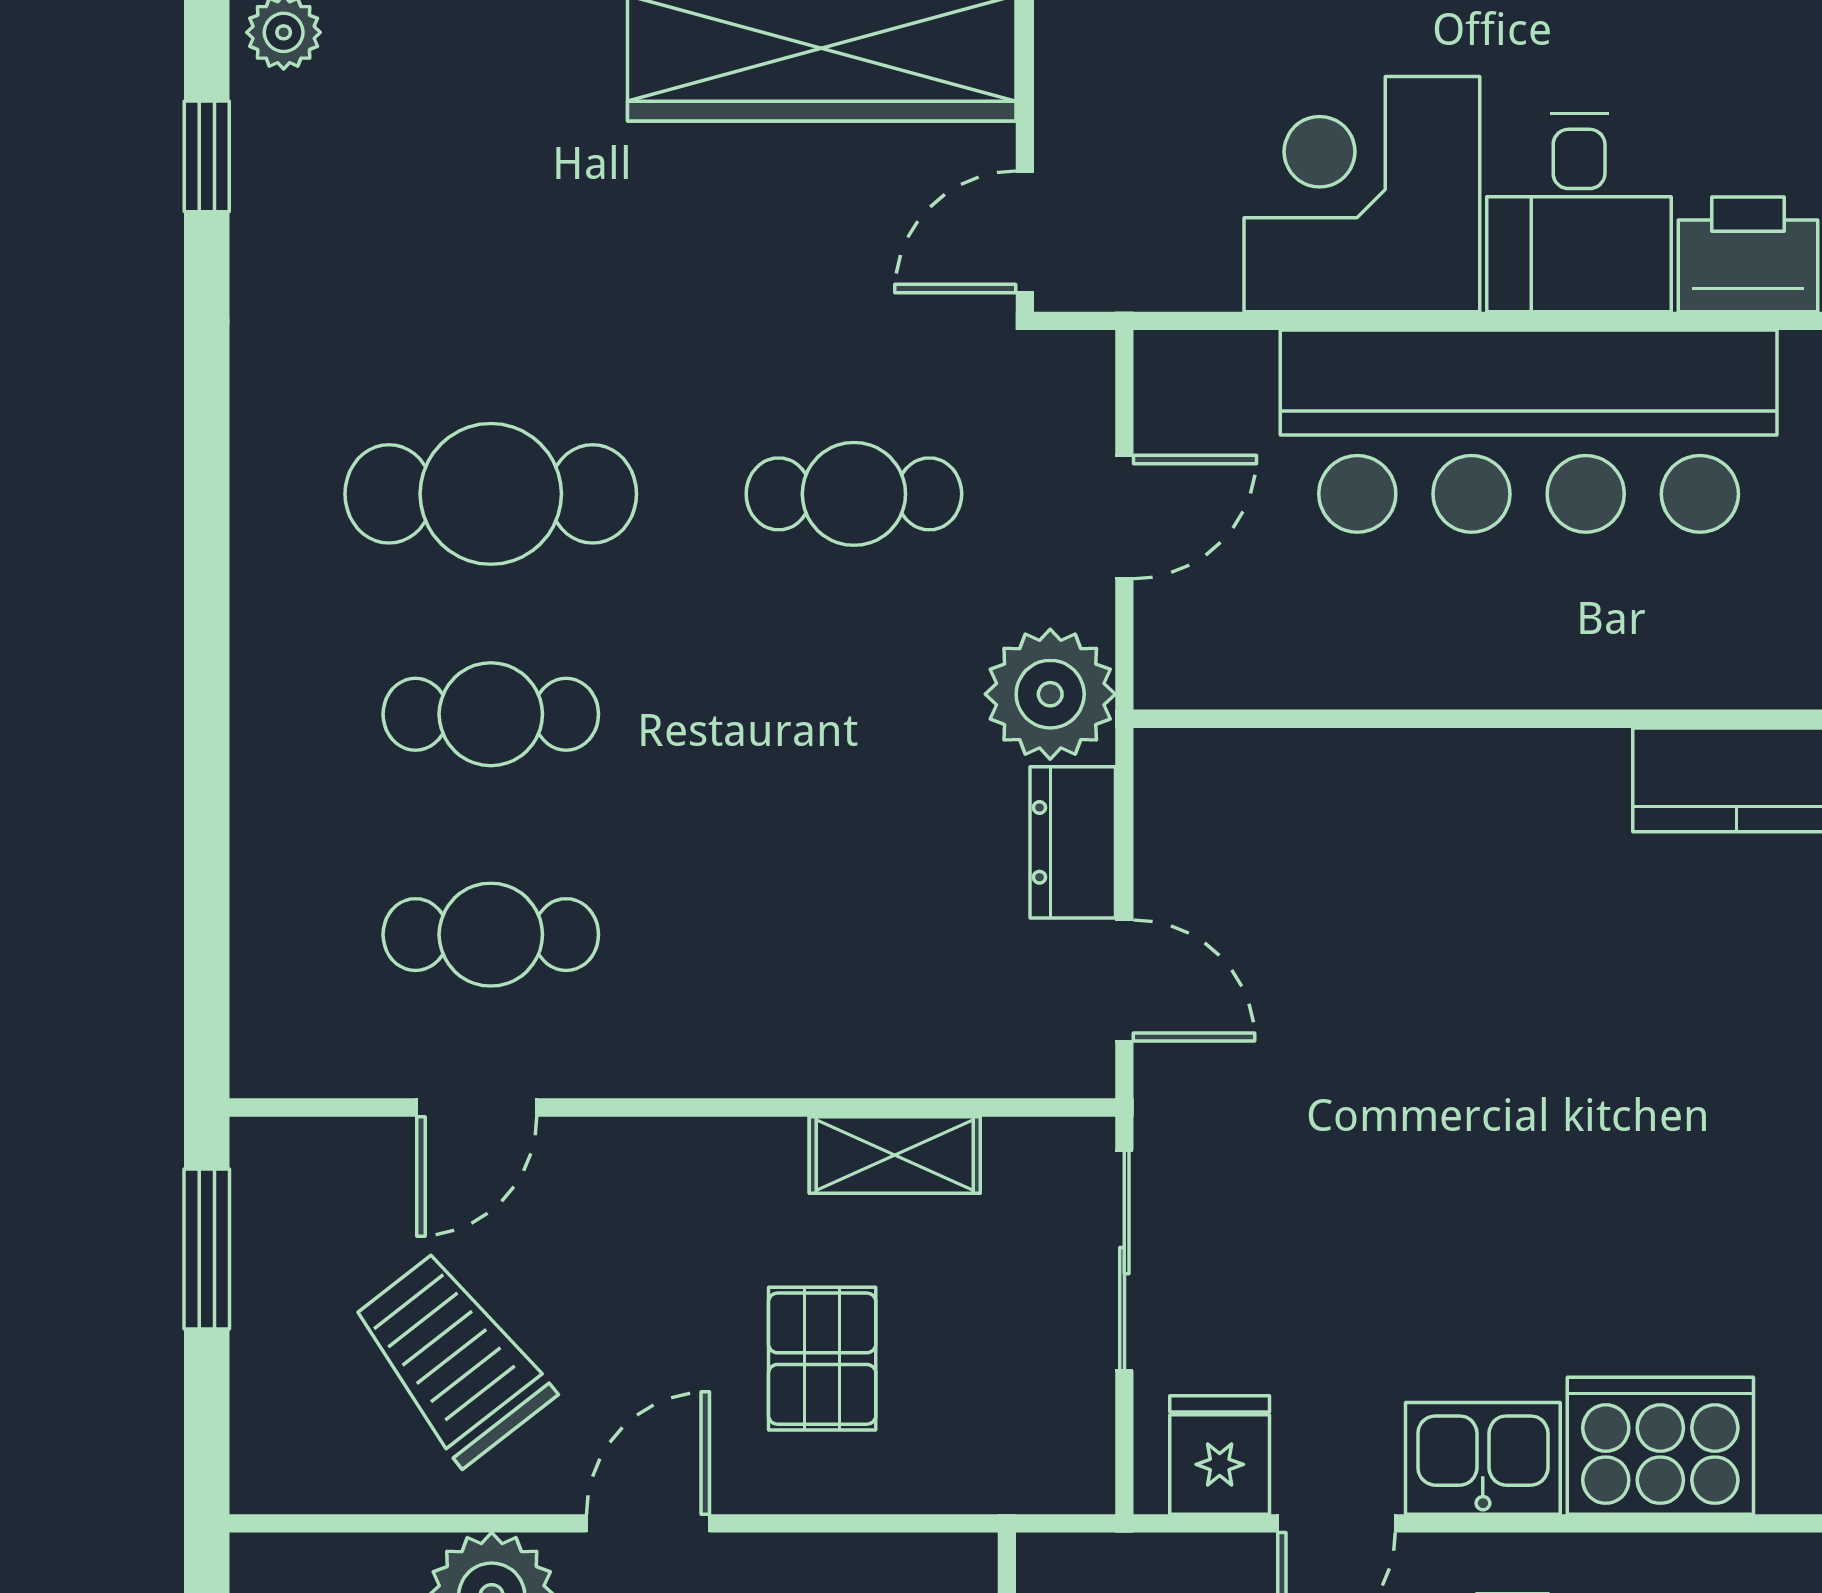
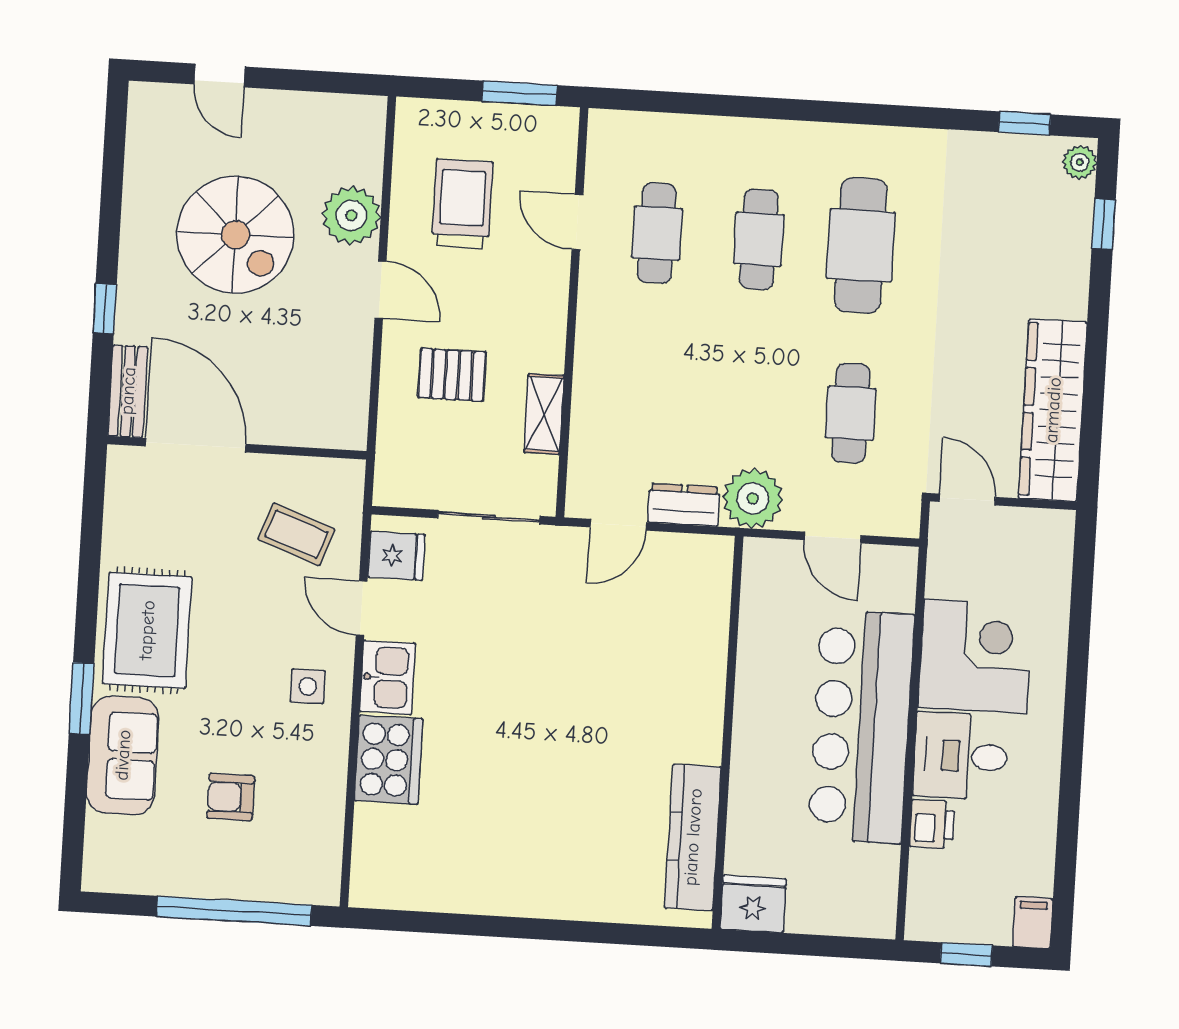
printer: (1748, 254) -> (932, 824), width x0.73, depth x0.81
trolley: (452, 1358) -> (462, 204), turned -52

